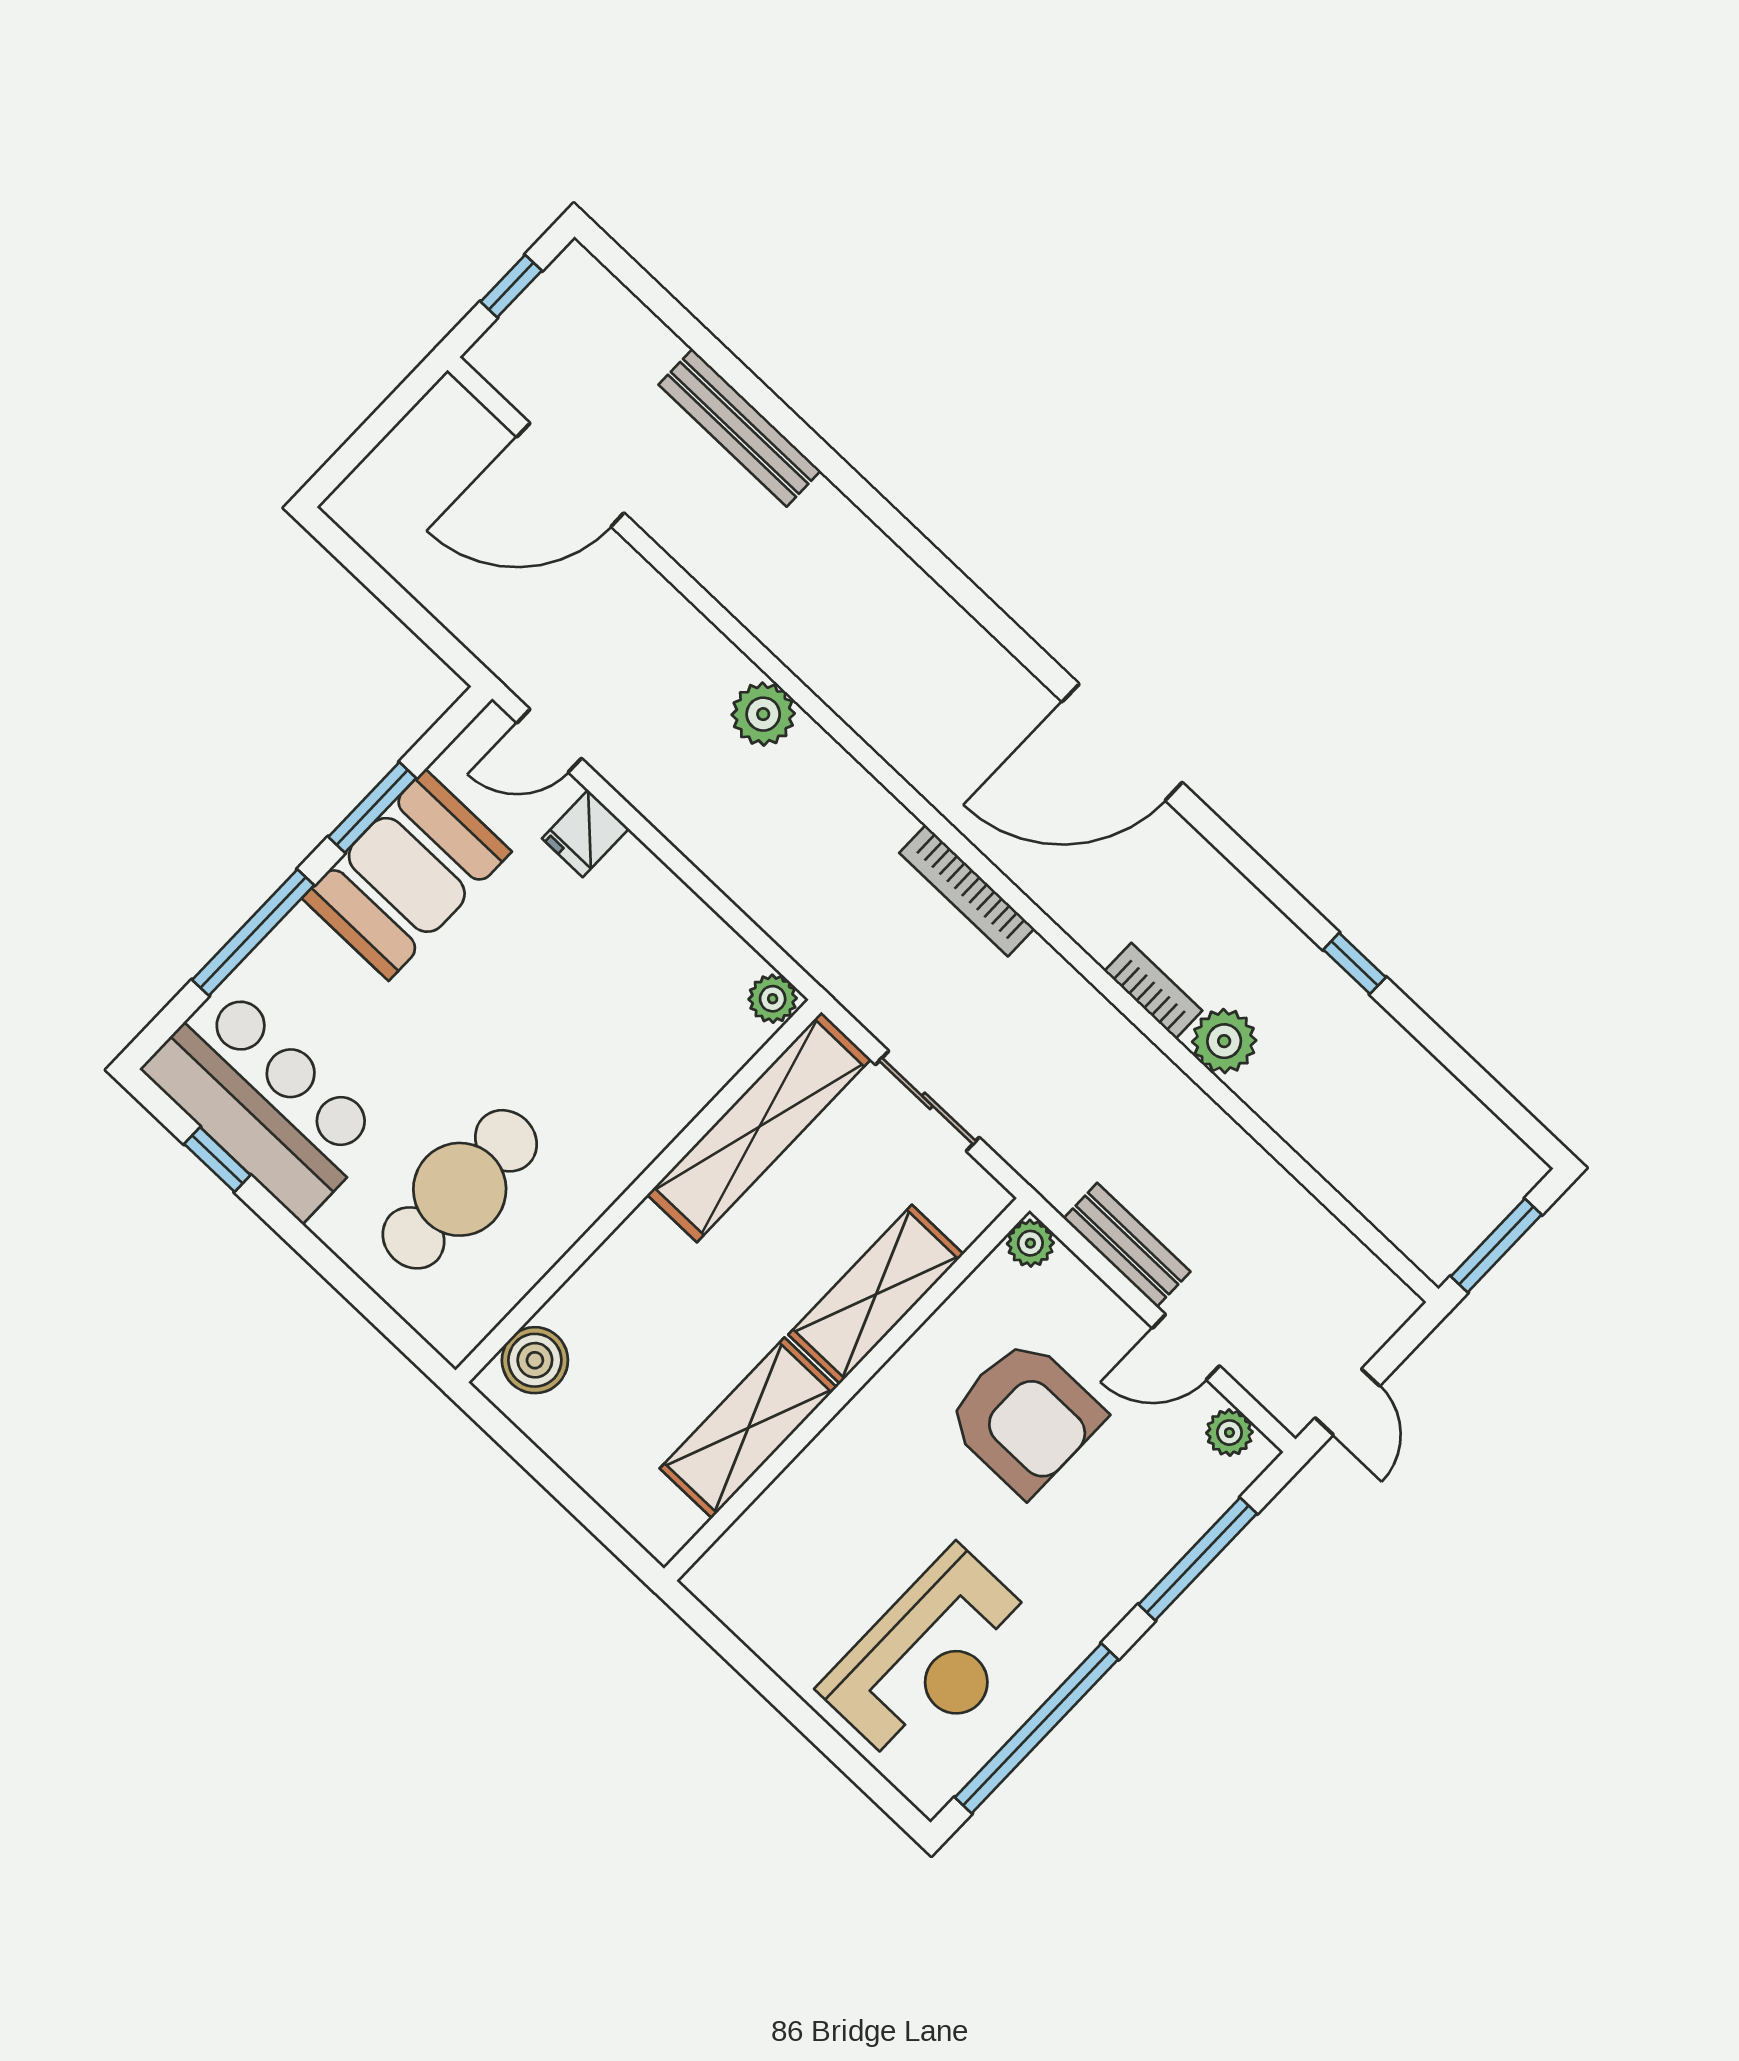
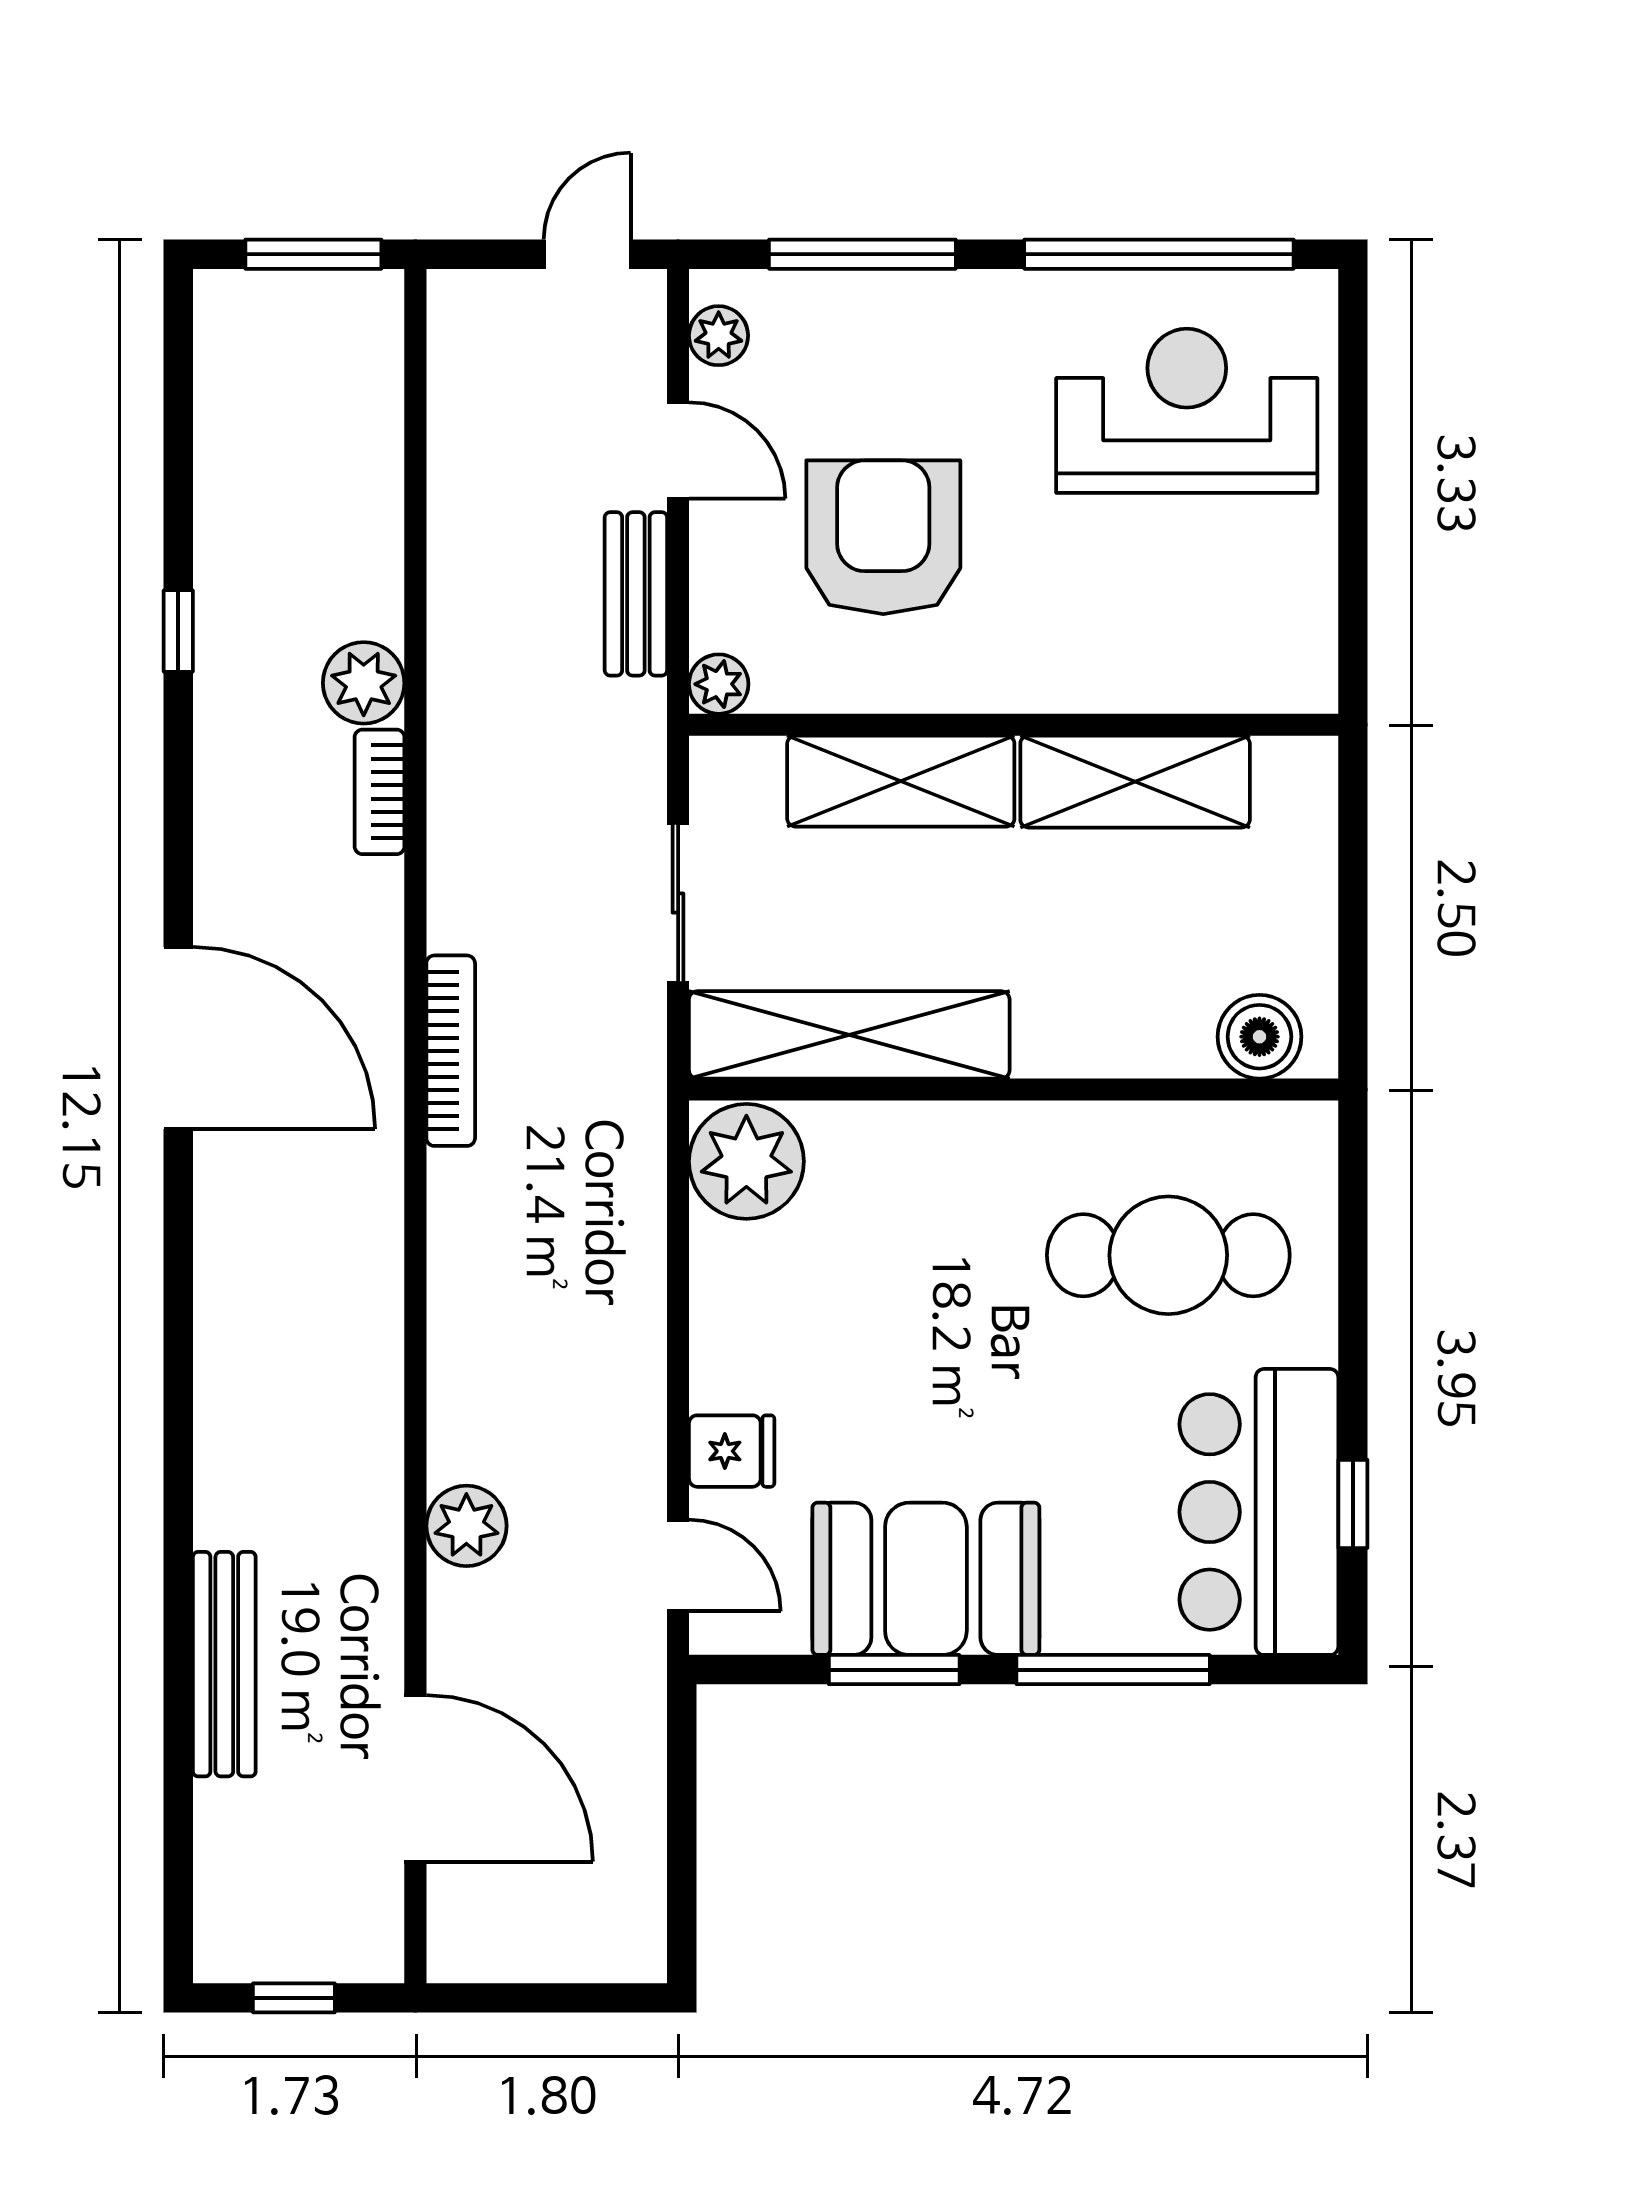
plant: (763, 714) -> (466, 1526), moved
plant: (773, 999) -> (746, 1161), width x1.88, depth x1.88

